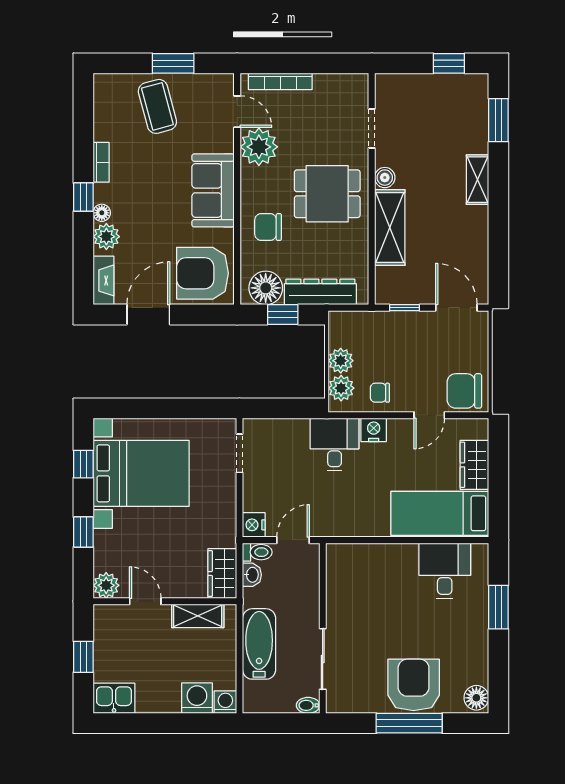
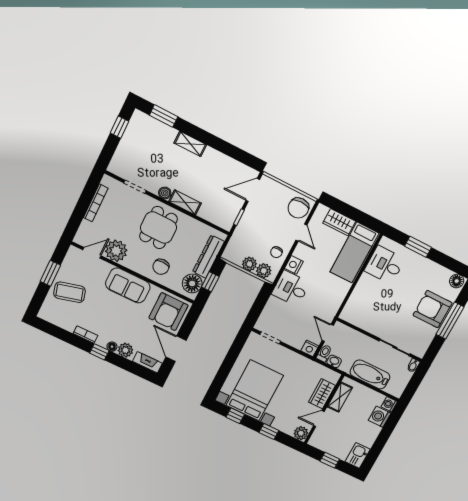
bookcase: (280, 81) -> (96, 203), moved
shelving: (390, 228) -> (185, 202), width x0.67, depth x0.75
wardrobe: (222, 574) -> (322, 394), moved, turned 90

